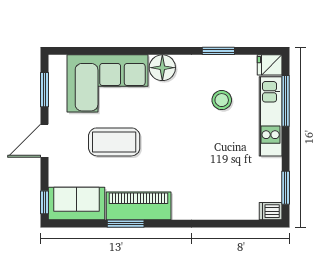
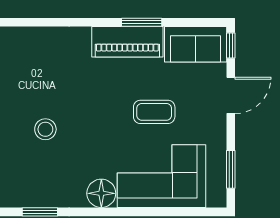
stool: (222, 100) -> (45, 129), moved
door: (44, 141) -> (231, 95), moved
coffee table: (114, 142) -> (154, 112), width x0.73, depth x0.76

